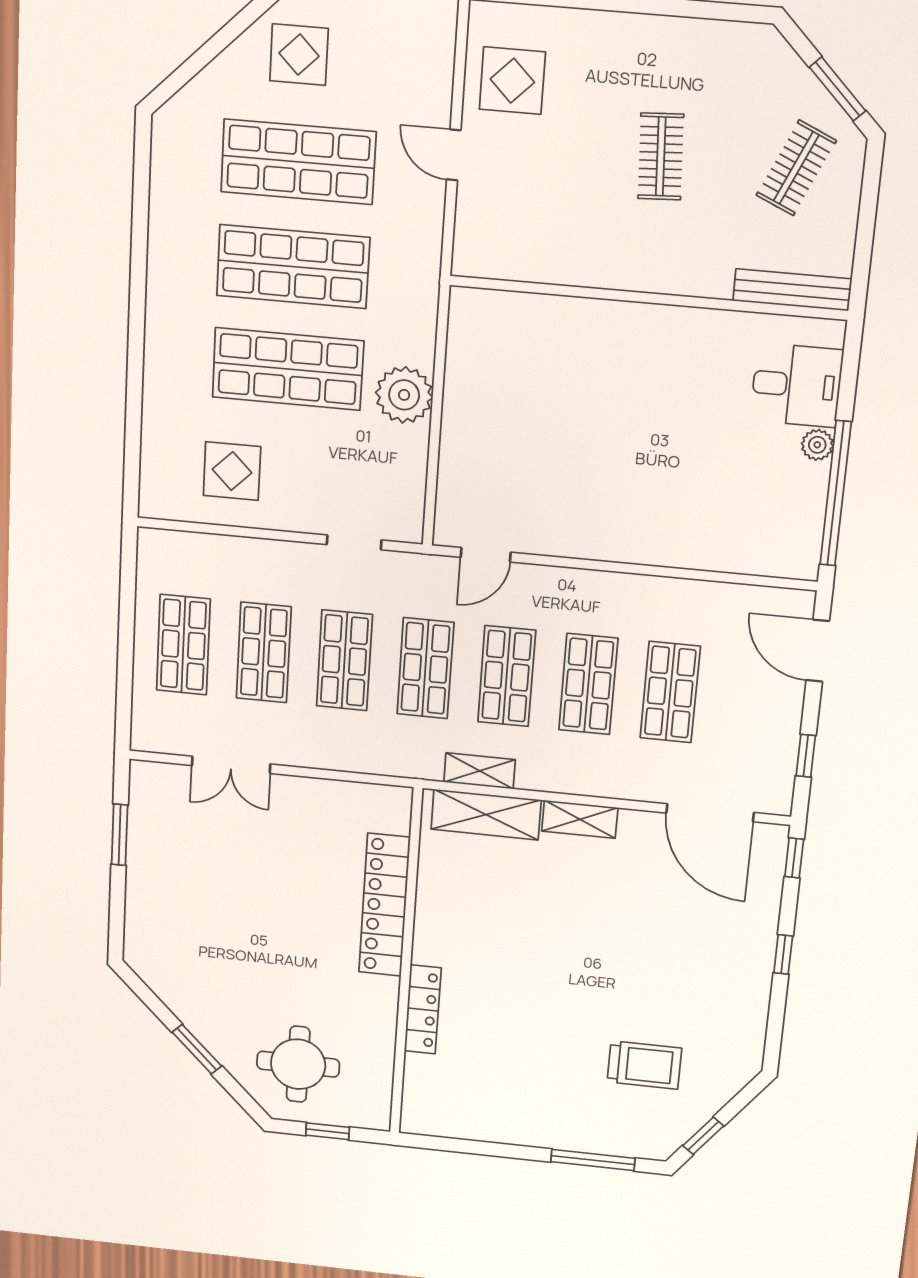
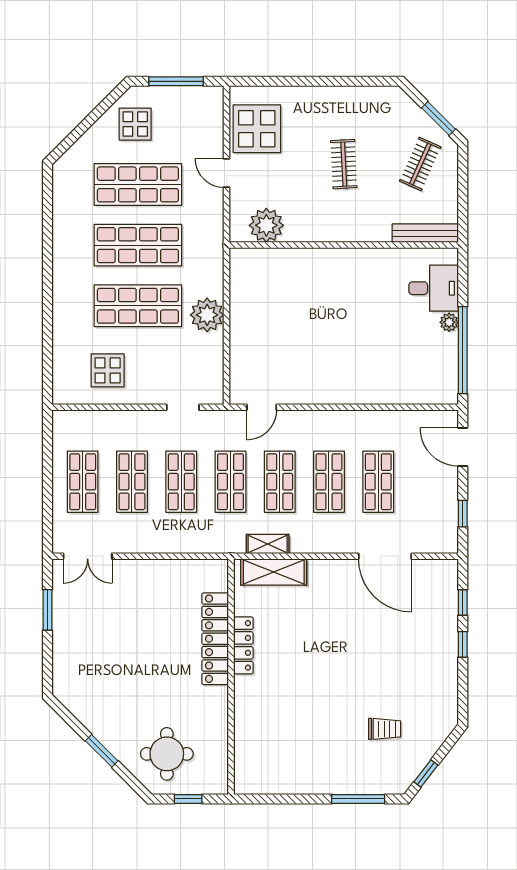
display table: (512, 81) -> (257, 129), width x1.36, depth x1.36
plant: (516, 252) -> (266, 225), added
double door: (231, 765) -> (88, 556), moved
door: (710, 813) -> (385, 556), moved
shelving: (580, 819) -> (331, 569), removed
window: (794, 858) -> (463, 603), moved
locker: (423, 1010) -> (243, 645), moved
trolley: (644, 1065) -> (385, 729), width x0.73, depth x0.72

